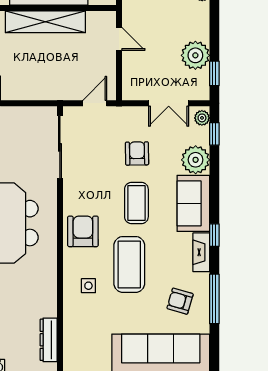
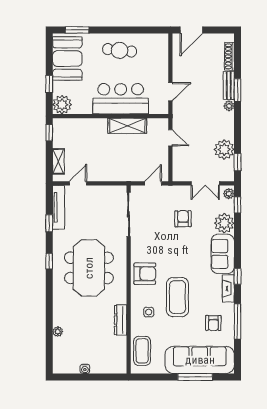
shelving: (45, 22) -> (127, 126), width x0.68
coffee table: (136, 203) -> (142, 351), moved
armchair: (83, 231) -> (145, 274), turned 90
armchair: (180, 301) -> (213, 323), turned -106
dresser: (49, 340) -> (121, 320), moved

